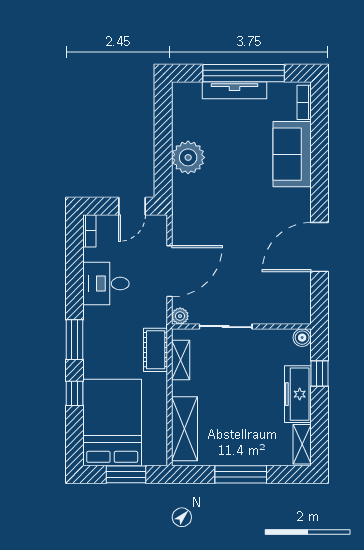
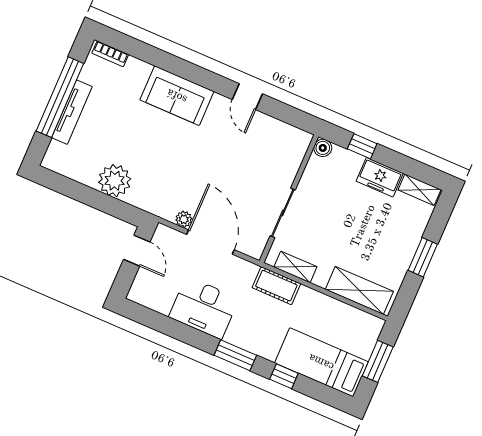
sofa: (292, 154) -> (177, 96), moved
bookcase: (89, 231) -> (143, 299), removed
door: (319, 247) -> (247, 97), width x0.53
desk: (106, 284) -> (204, 308), width x1.37
plant: (180, 316) -> (184, 219), moved
freezer: (298, 394) -> (380, 177), width x0.71
bed: (112, 423) -> (321, 362), width x0.67
window: (241, 474) -> (423, 257), width x0.69

